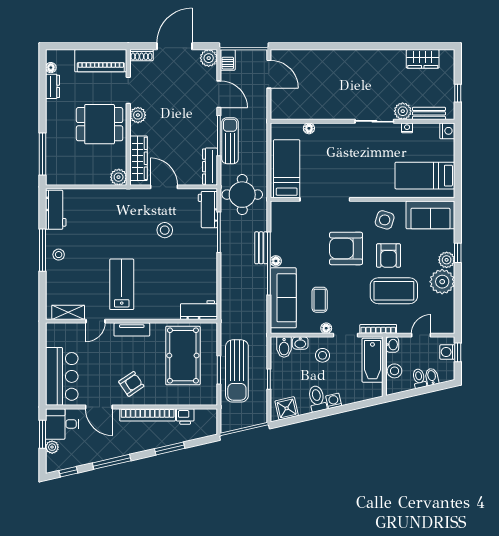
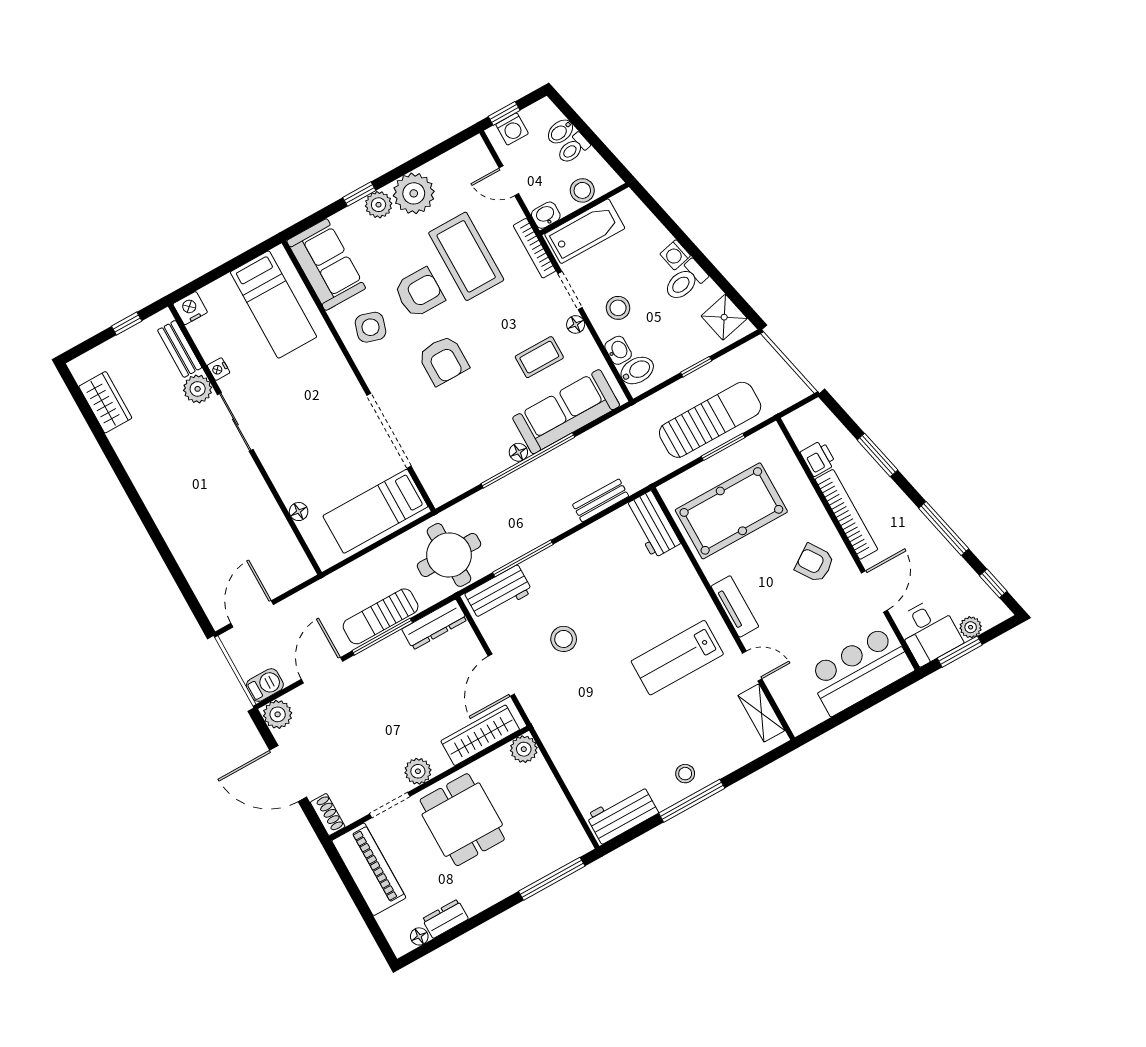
bench: (261, 248) -> (601, 500), moved
armchair: (346, 248) -> (443, 360), width x0.73, depth x0.73

